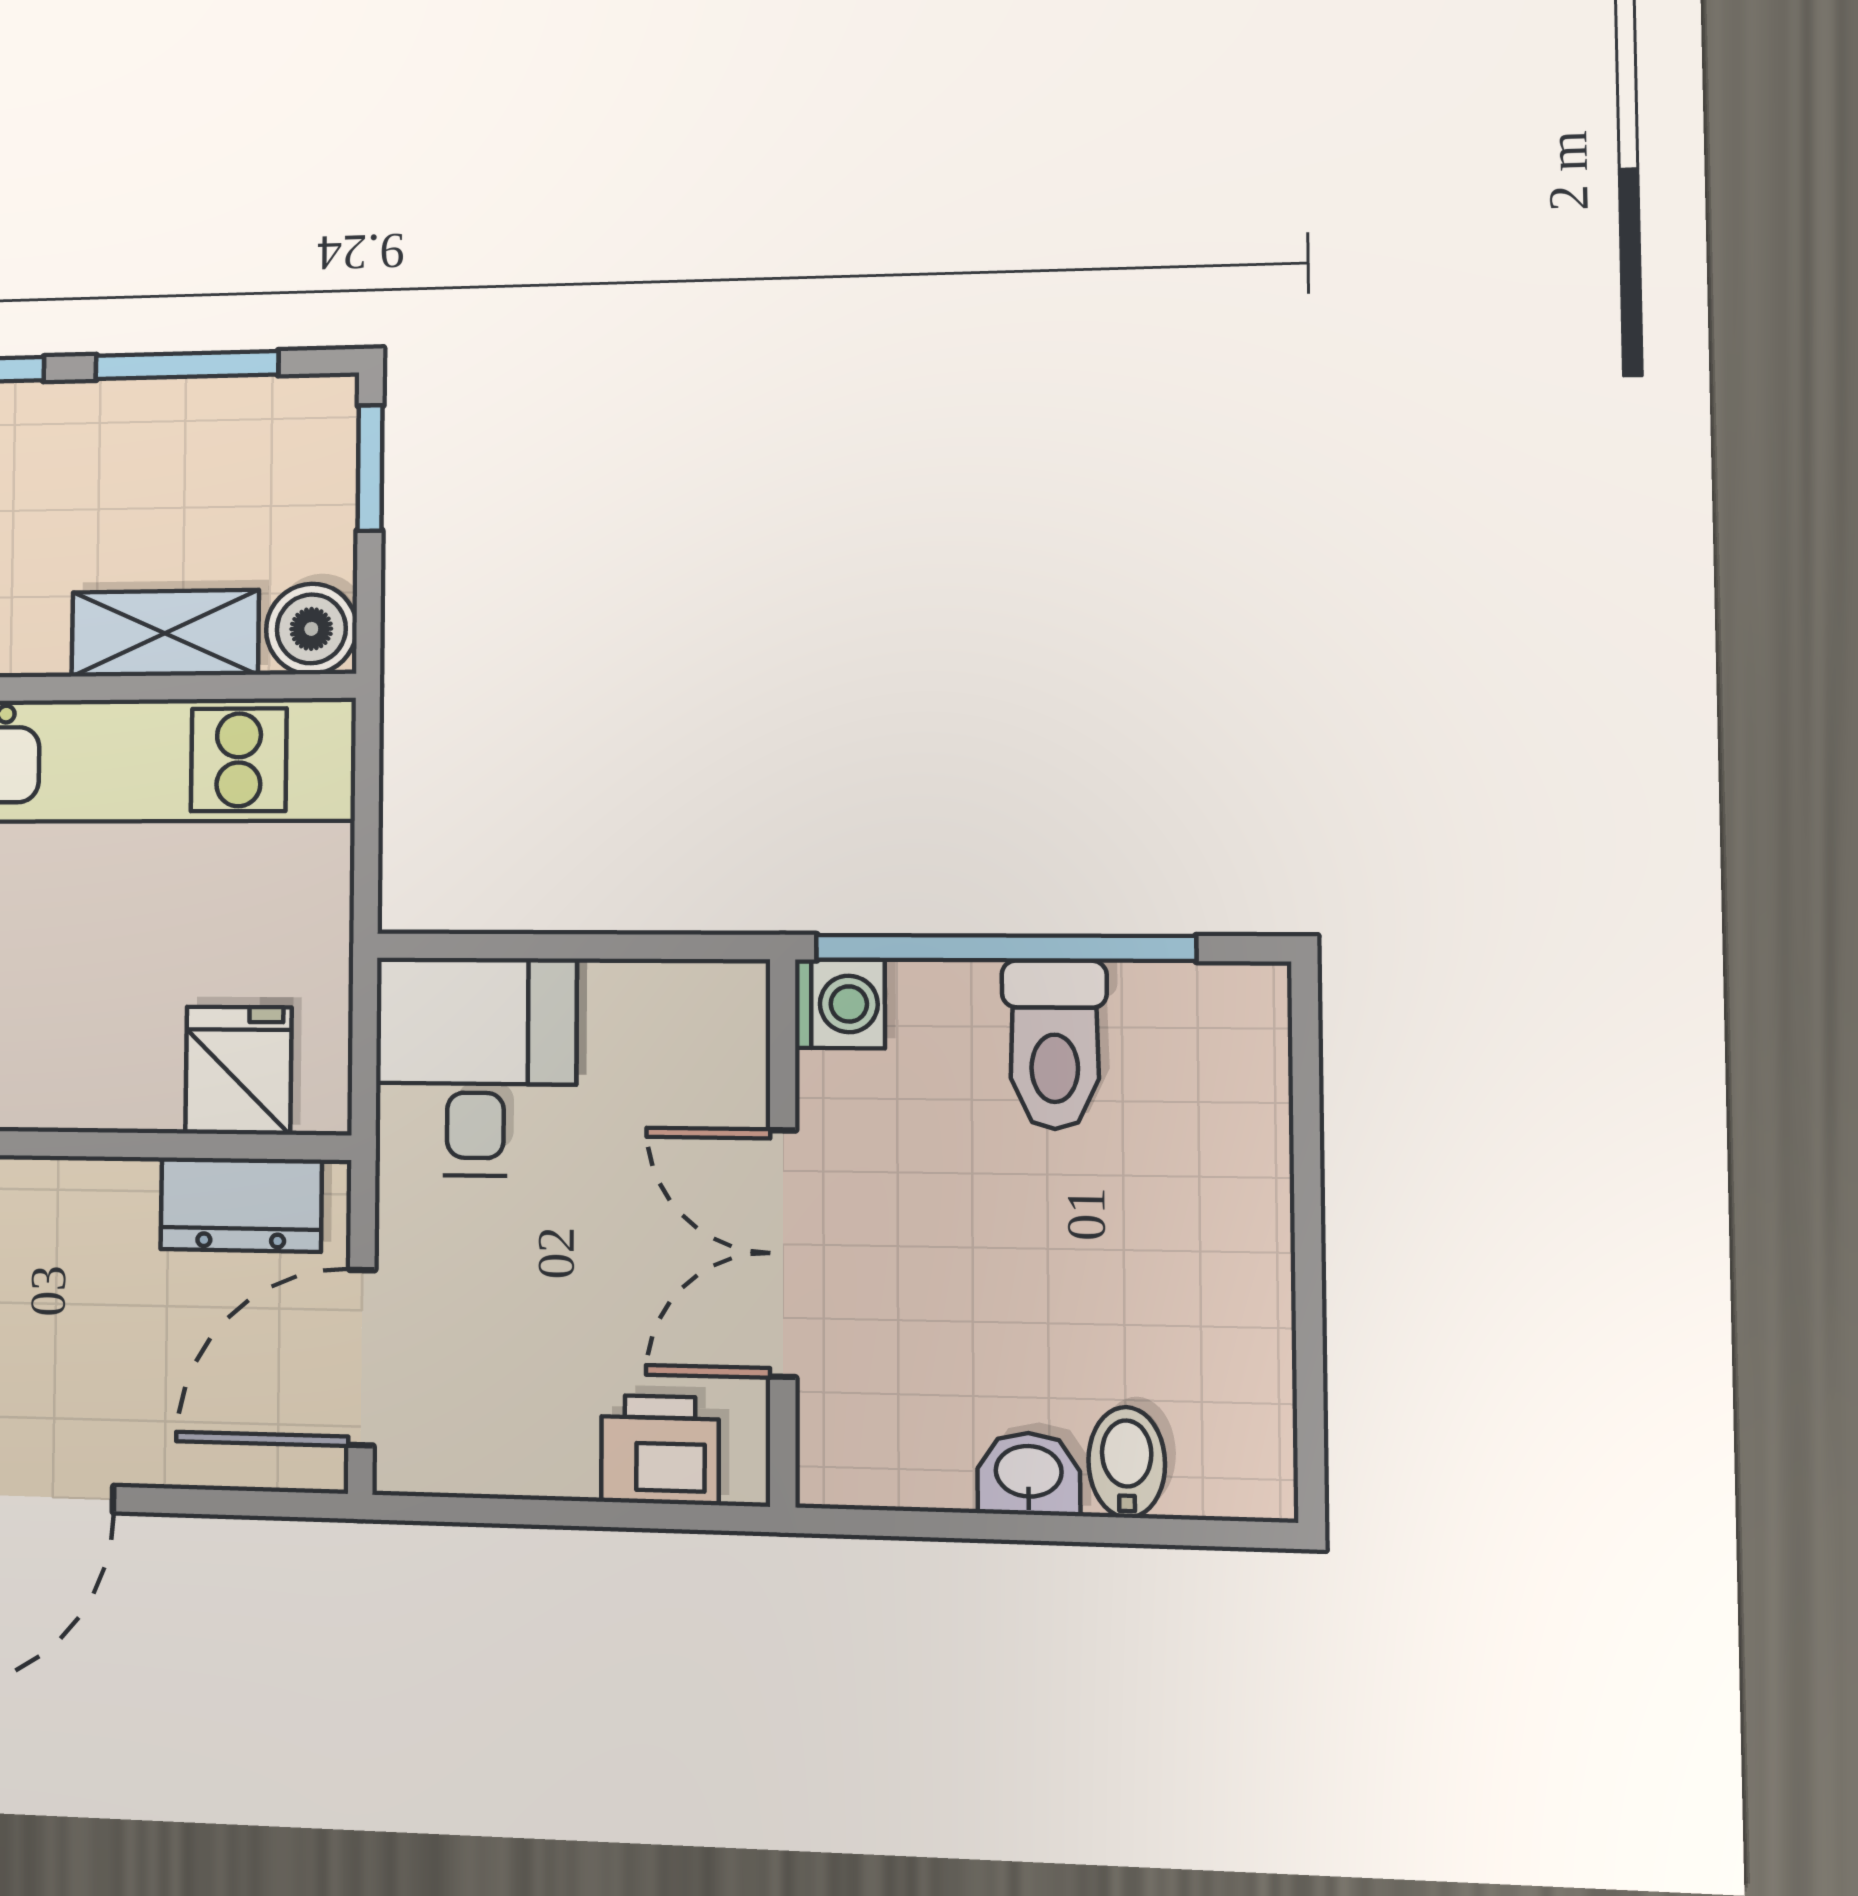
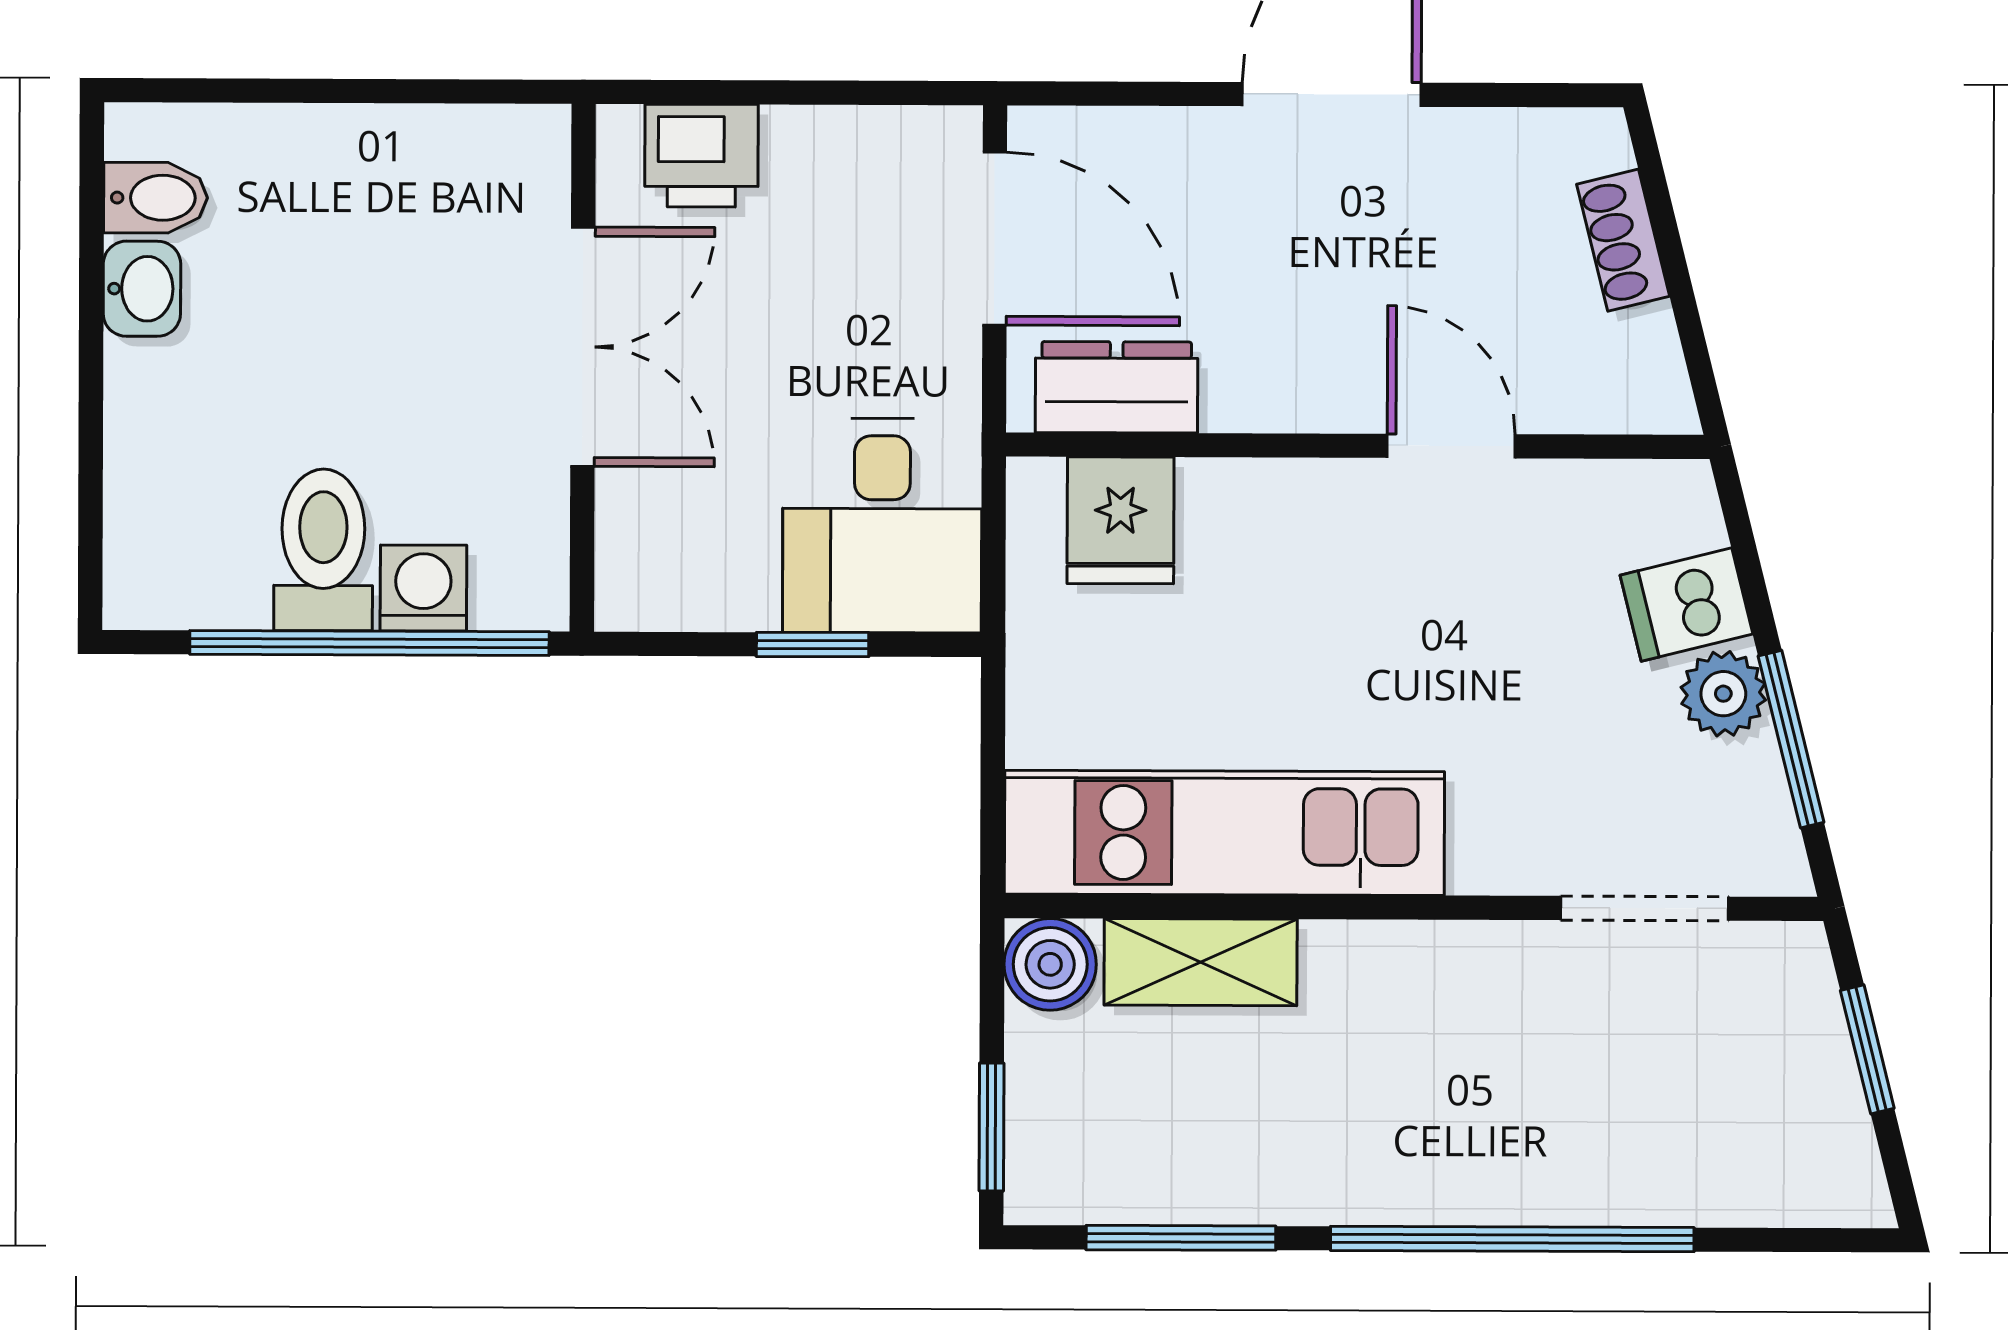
window: (546, 946) -> (813, 644), added
washing machine: (840, 1004) -> (423, 588), moved, turned 90
door: (361, 1357) -> (995, 239), hinge flipped
bidet: (1127, 1462) -> (156, 198), moved, turned -90
washbasin: (1029, 1474) -> (142, 289), moved, turned -90

